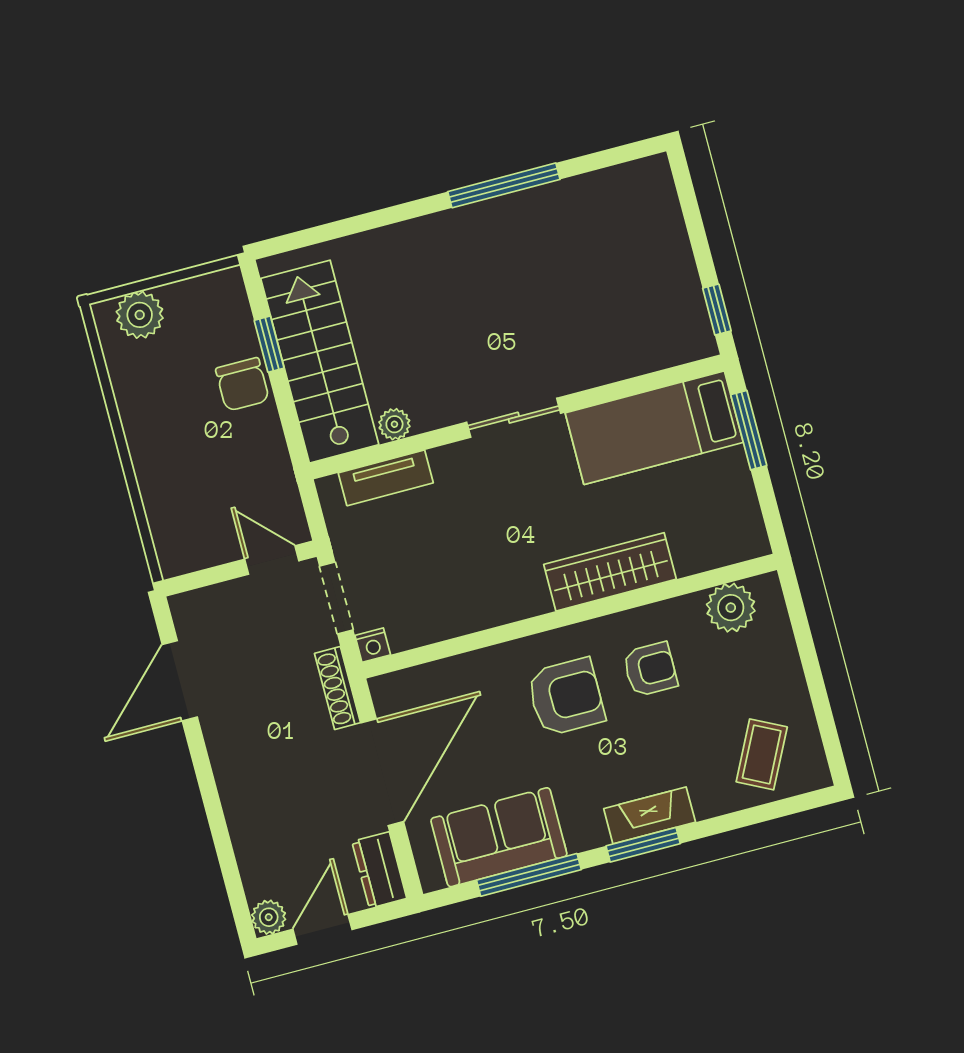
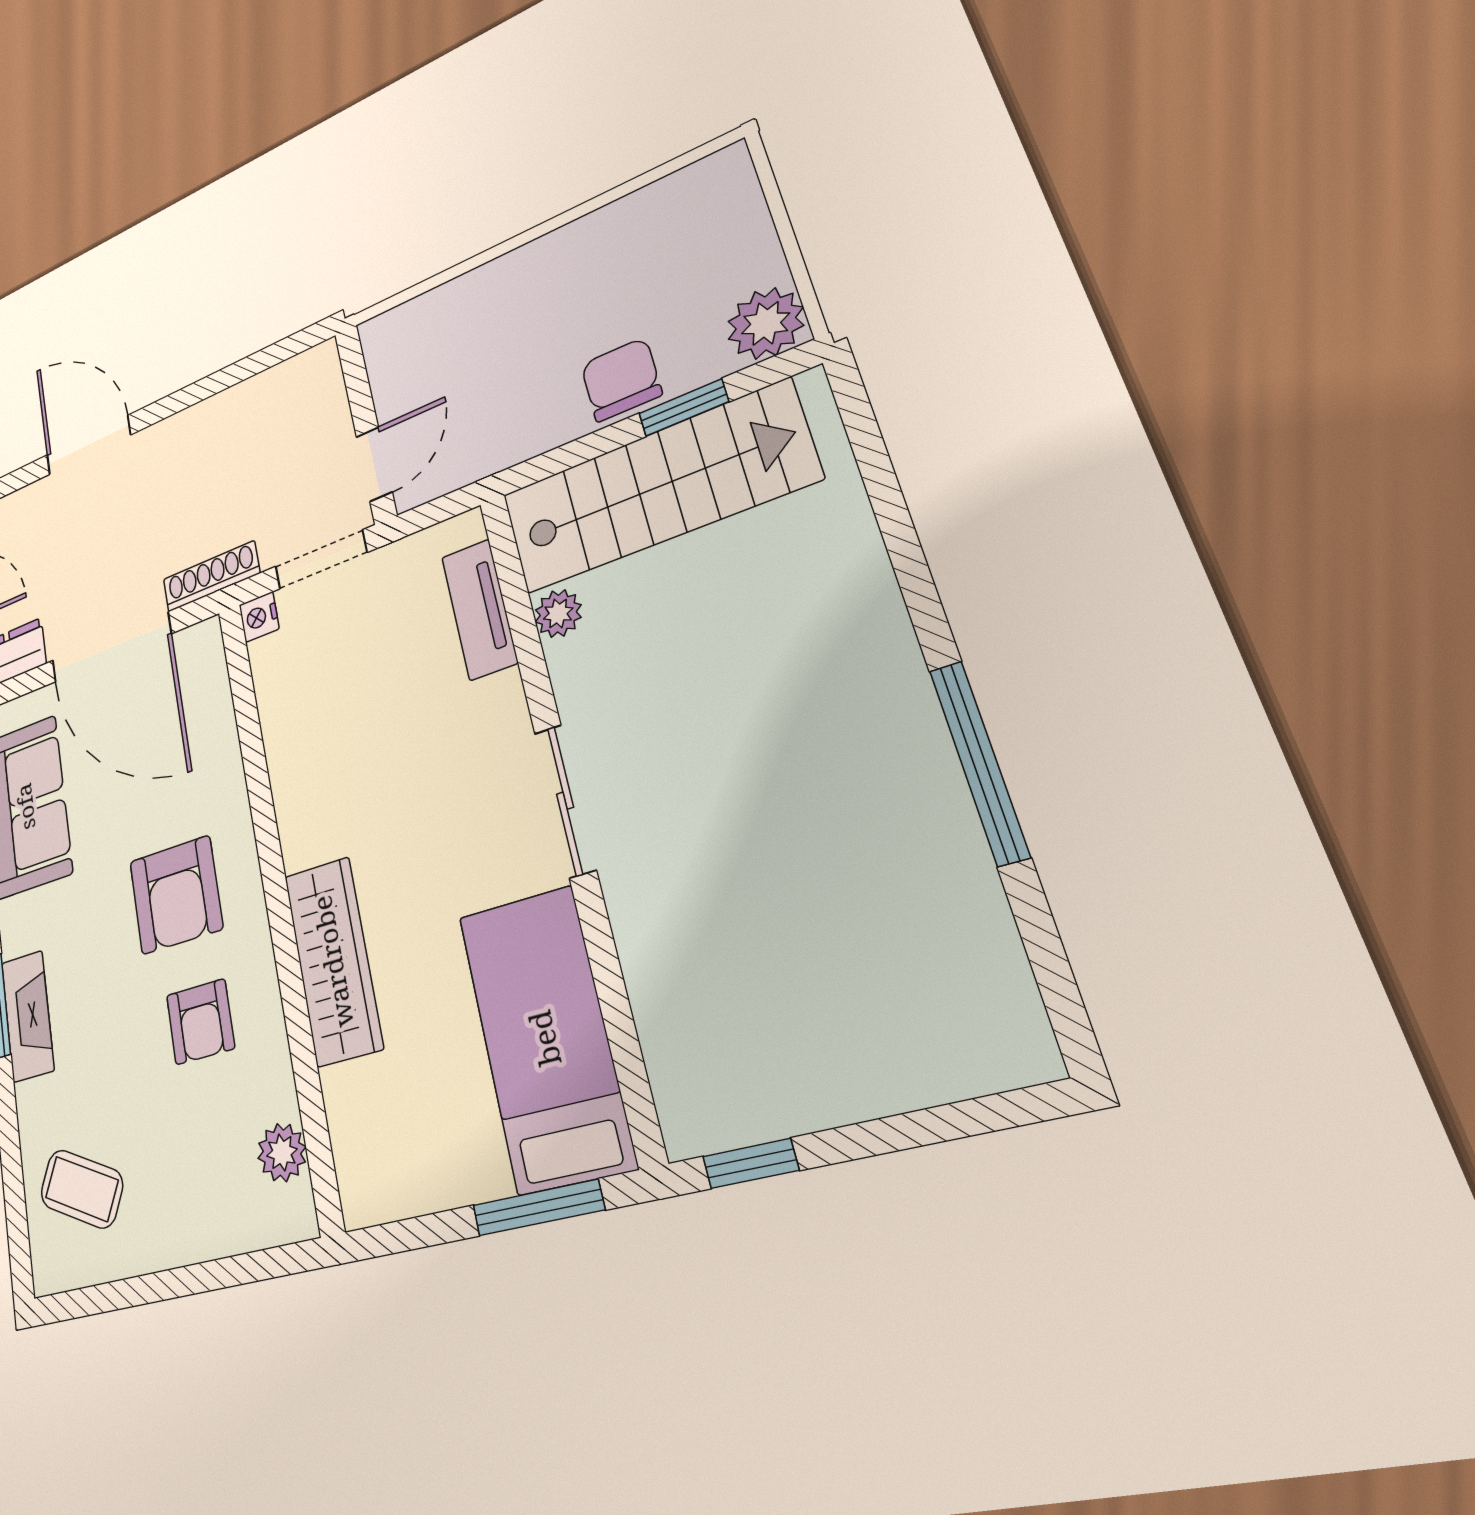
plant: (140, 315) -> (766, 323), moved
chair: (242, 384) -> (621, 380), turned 90
plant: (731, 608) -> (282, 1153), width x0.73, depth x0.73
door: (180, 681) -> (88, 445), moved

